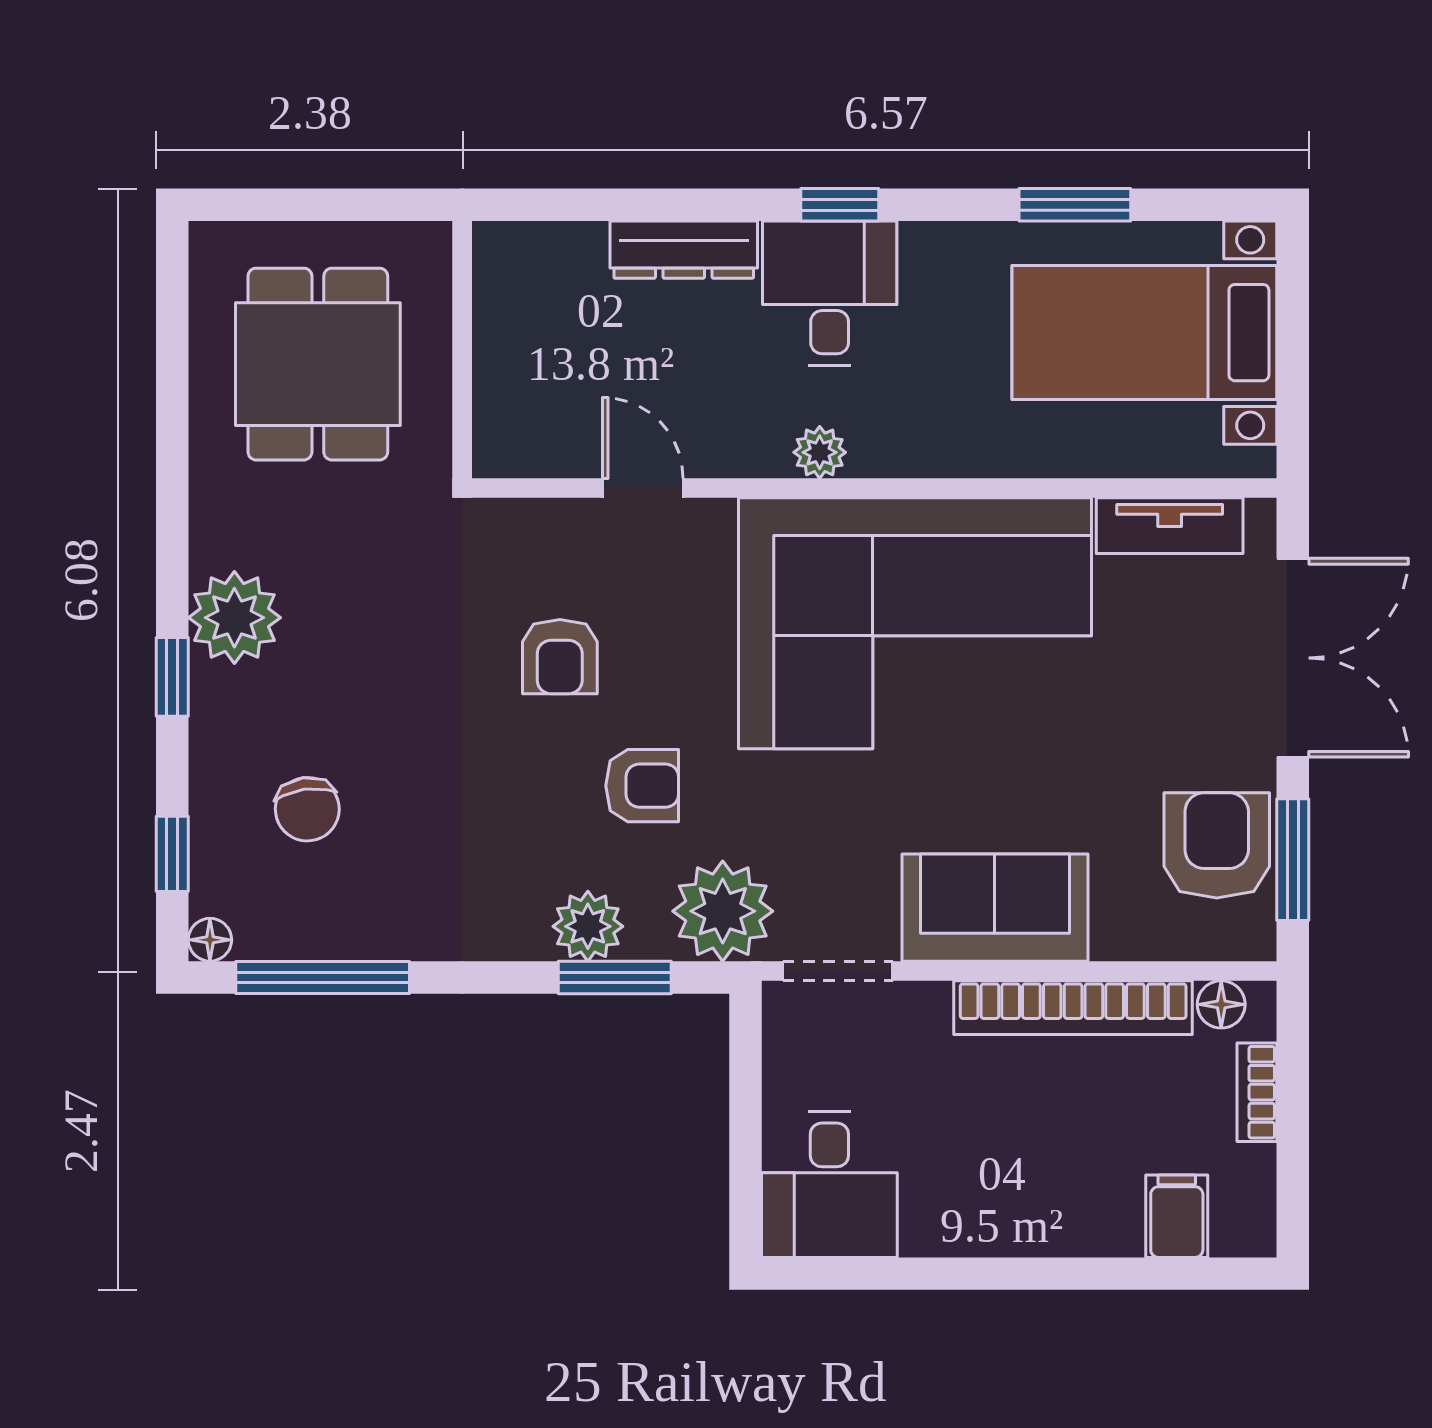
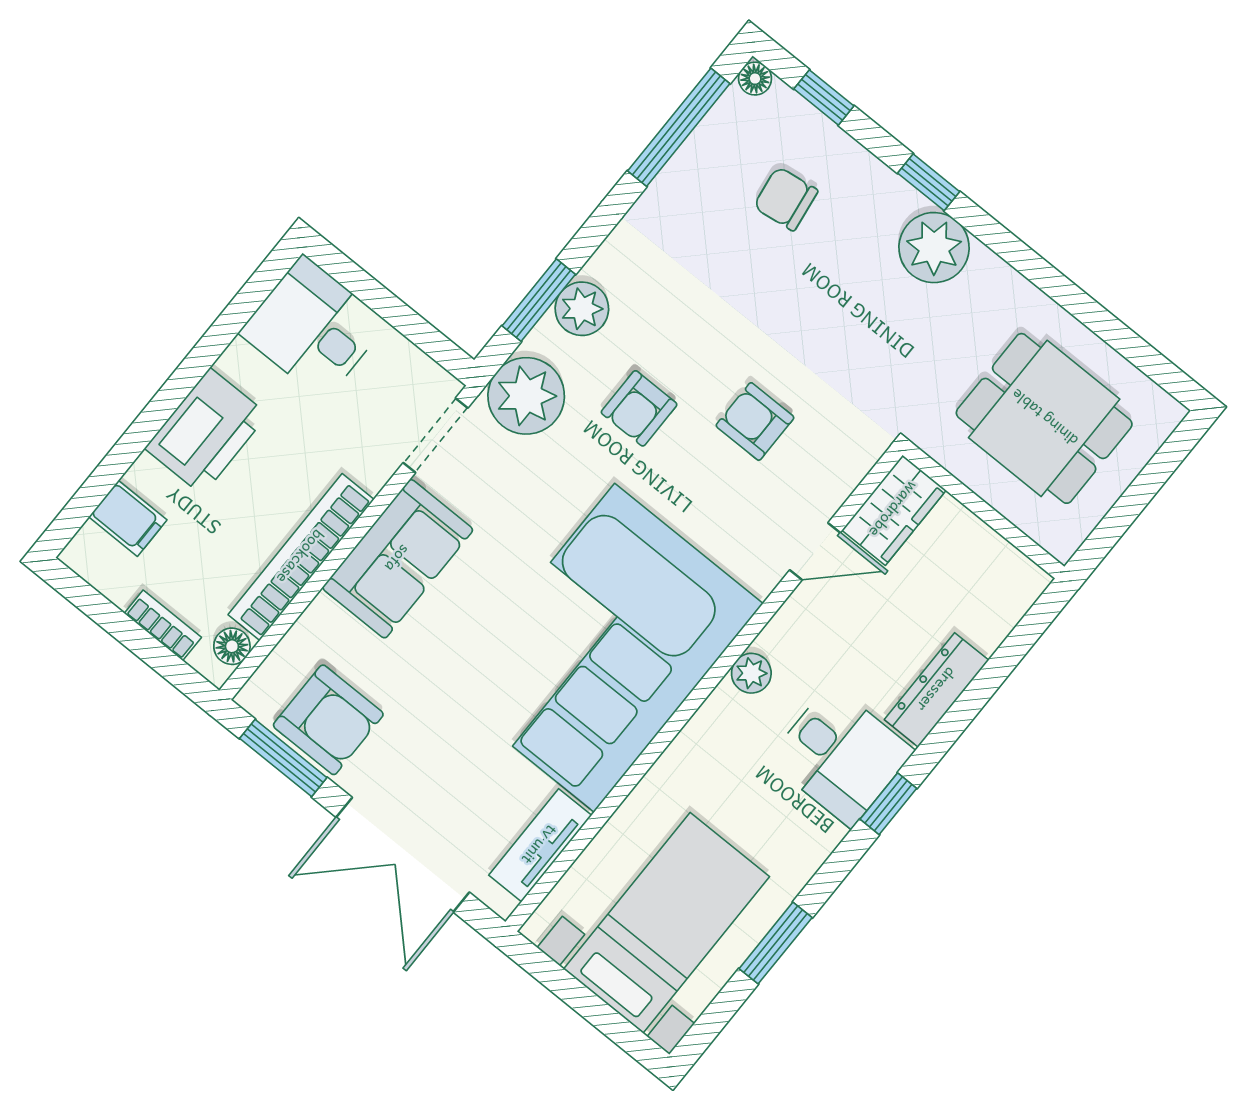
wardrobe: (535, 441) -> (894, 510), added
printer: (1023, 1208) -> (206, 431), added

